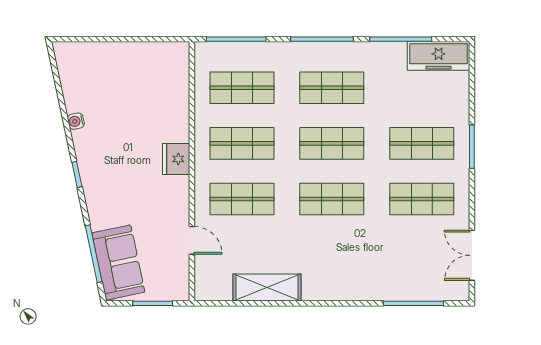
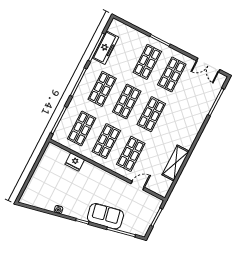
freezer: (439, 56) -> (105, 48), moved
fridge: (176, 159) -> (75, 162), moved
sofa: (118, 263) -> (105, 216), moved

